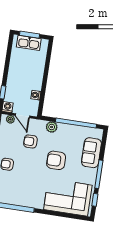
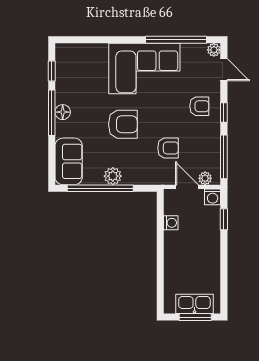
plant: (52, 127) -> (113, 176), moved
sofa: (91, 153) -> (69, 161), moved
floor lamp: (92, 174) -> (63, 112), added
corner sofa: (68, 197) -> (144, 69), moved

